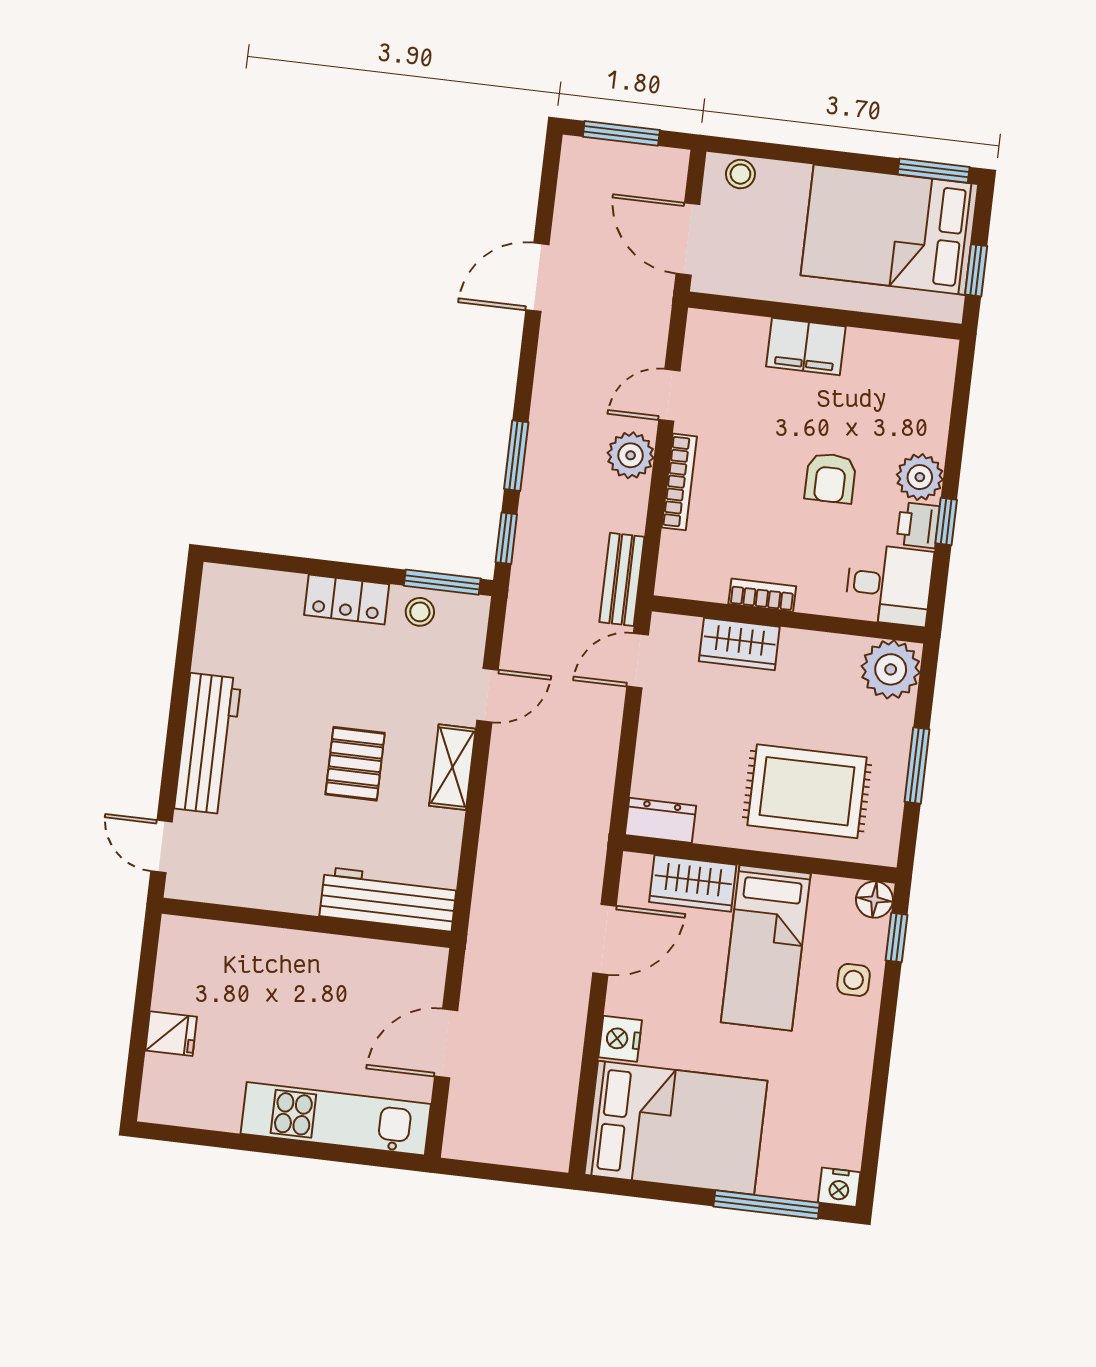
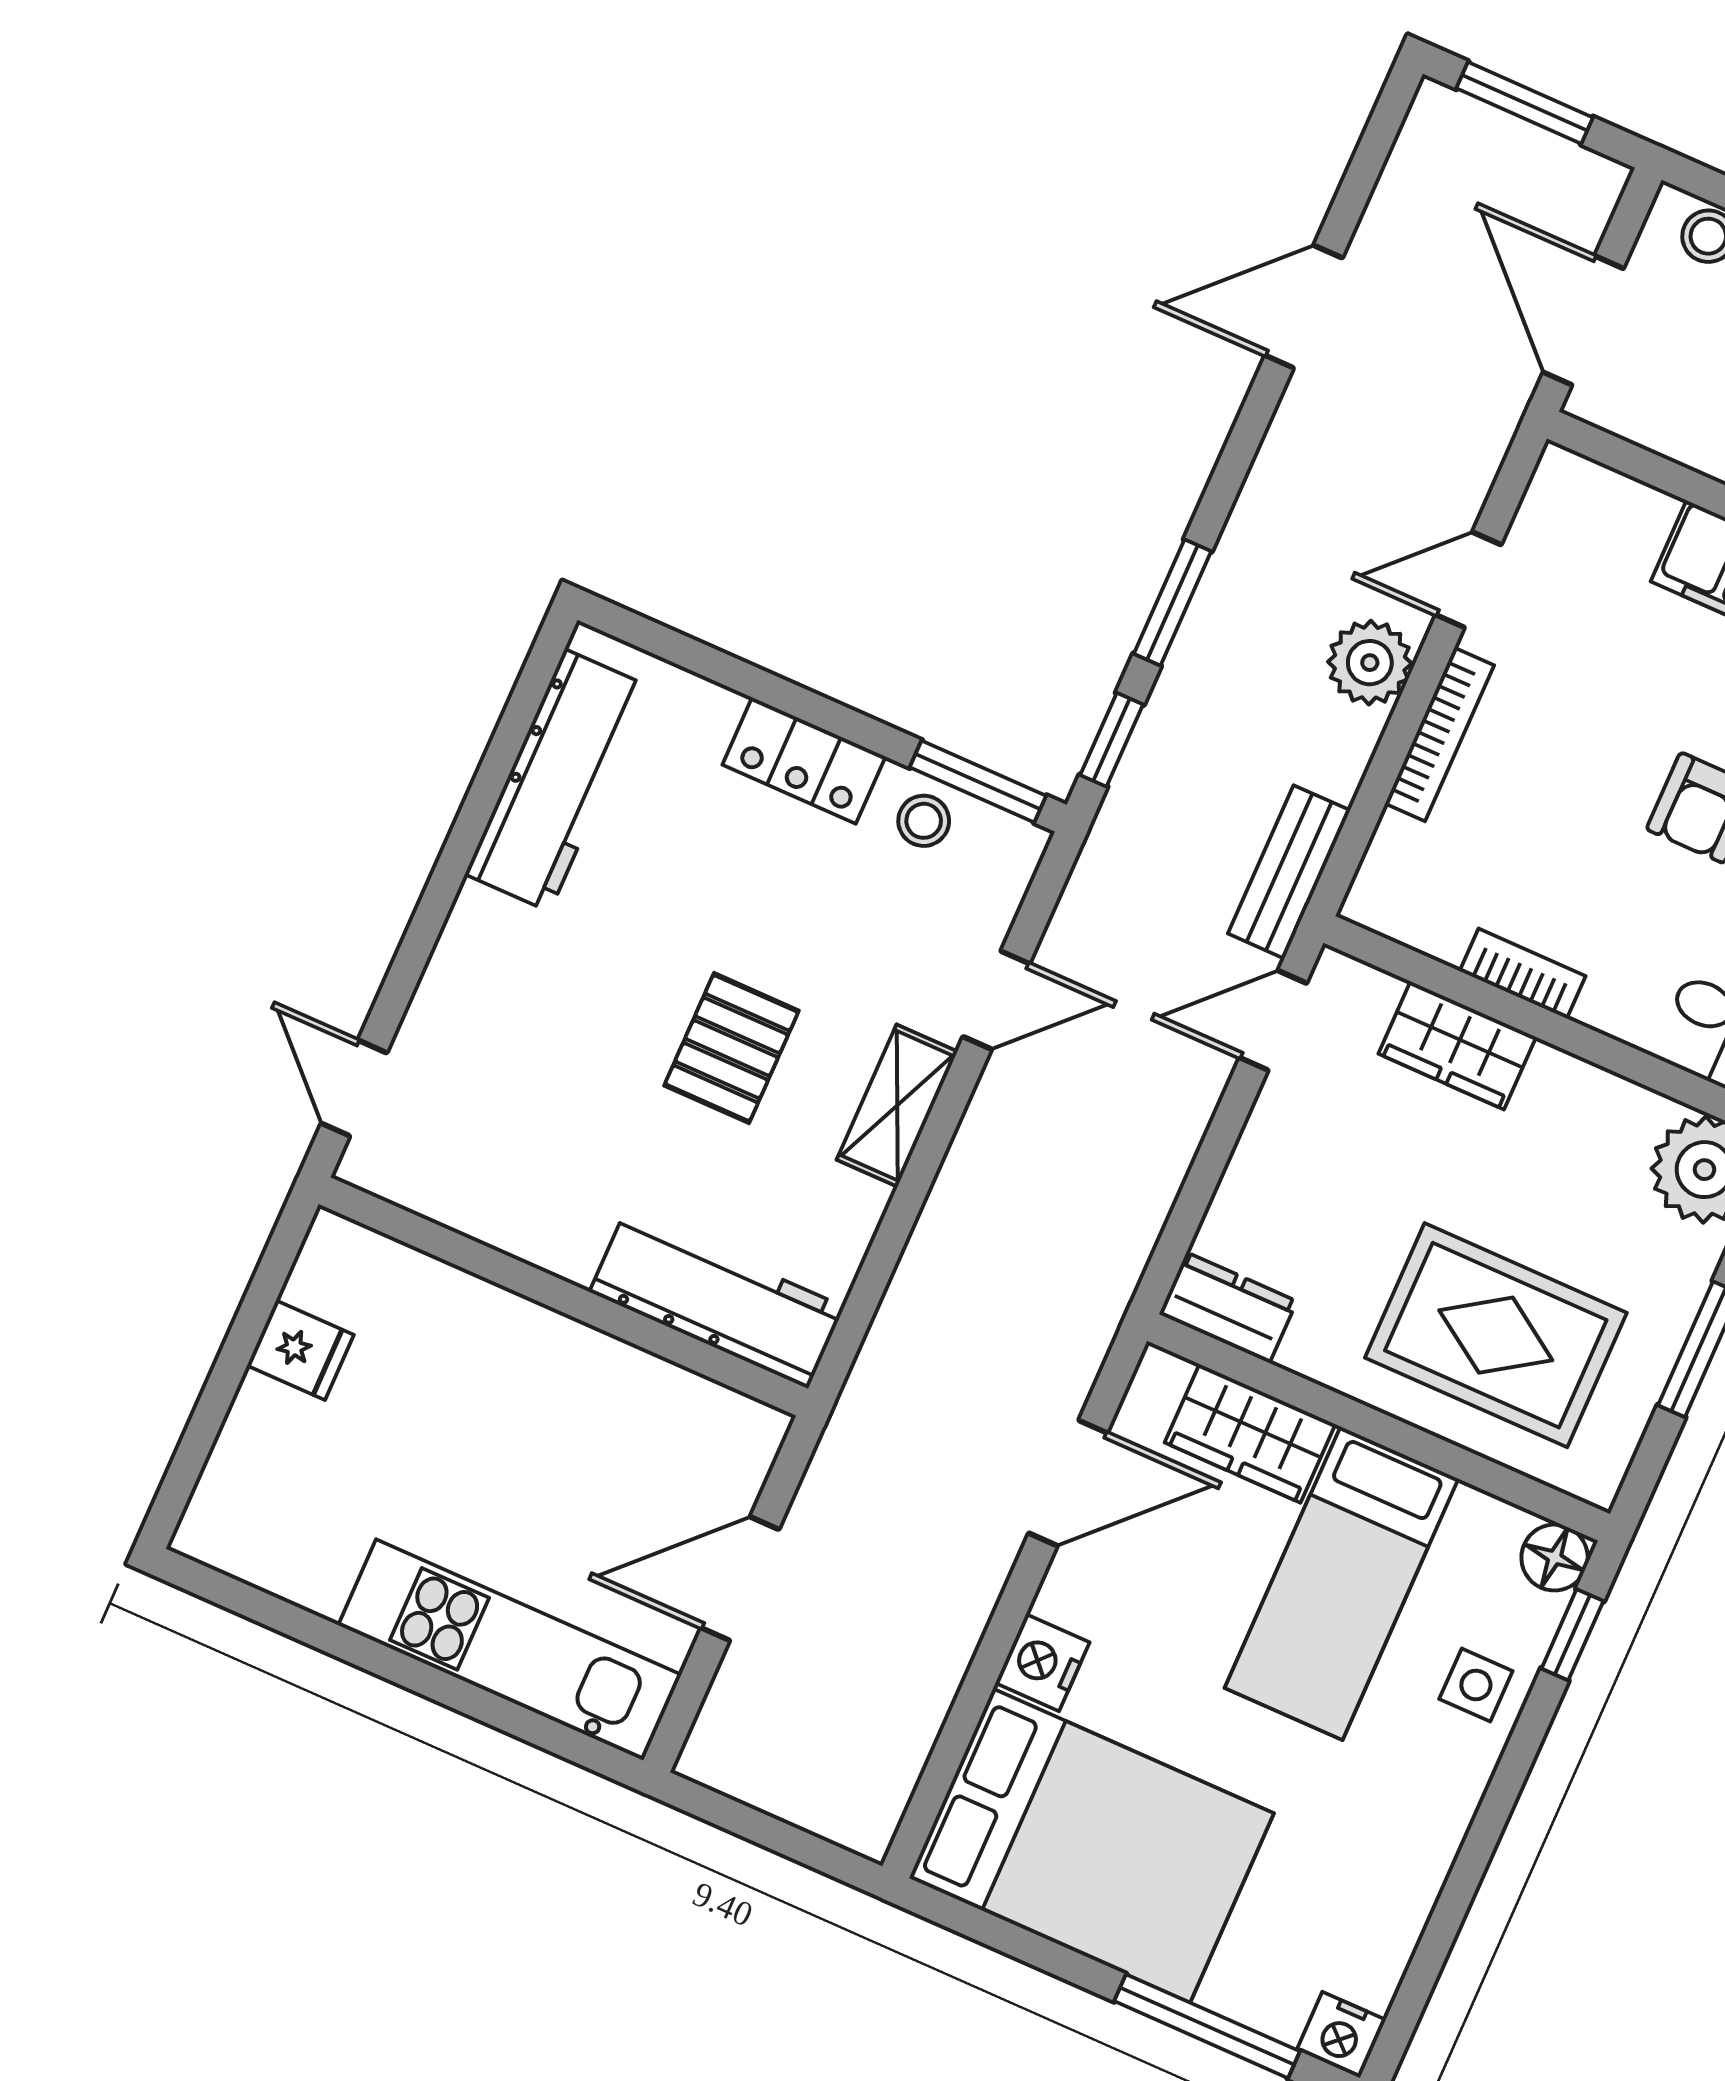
workbench: (208, 744) -> (557, 780), moved
fridge: (171, 1034) -> (300, 1350), moved

